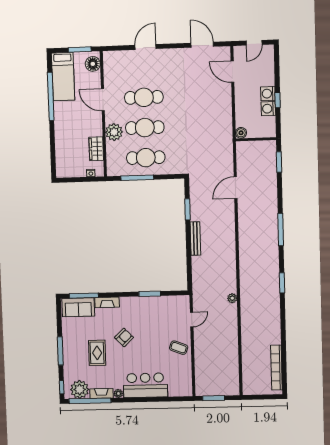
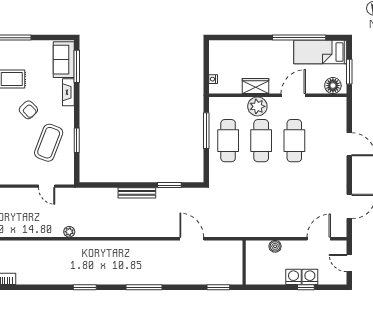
window: (278, 100) -> (306, 287), moved
washing machine: (268, 109) -> (310, 277), moved
boiler: (241, 133) -> (275, 246), moved
wardrobe: (96, 149) -> (256, 86), moved
coffee table: (179, 348) -> (49, 143), moved, width x1.86, depth x1.72

